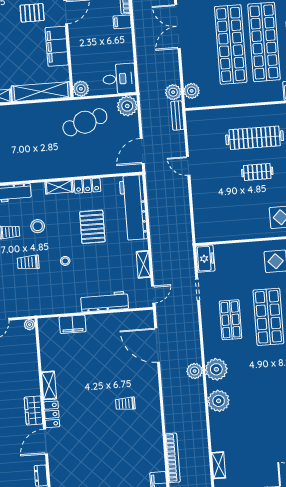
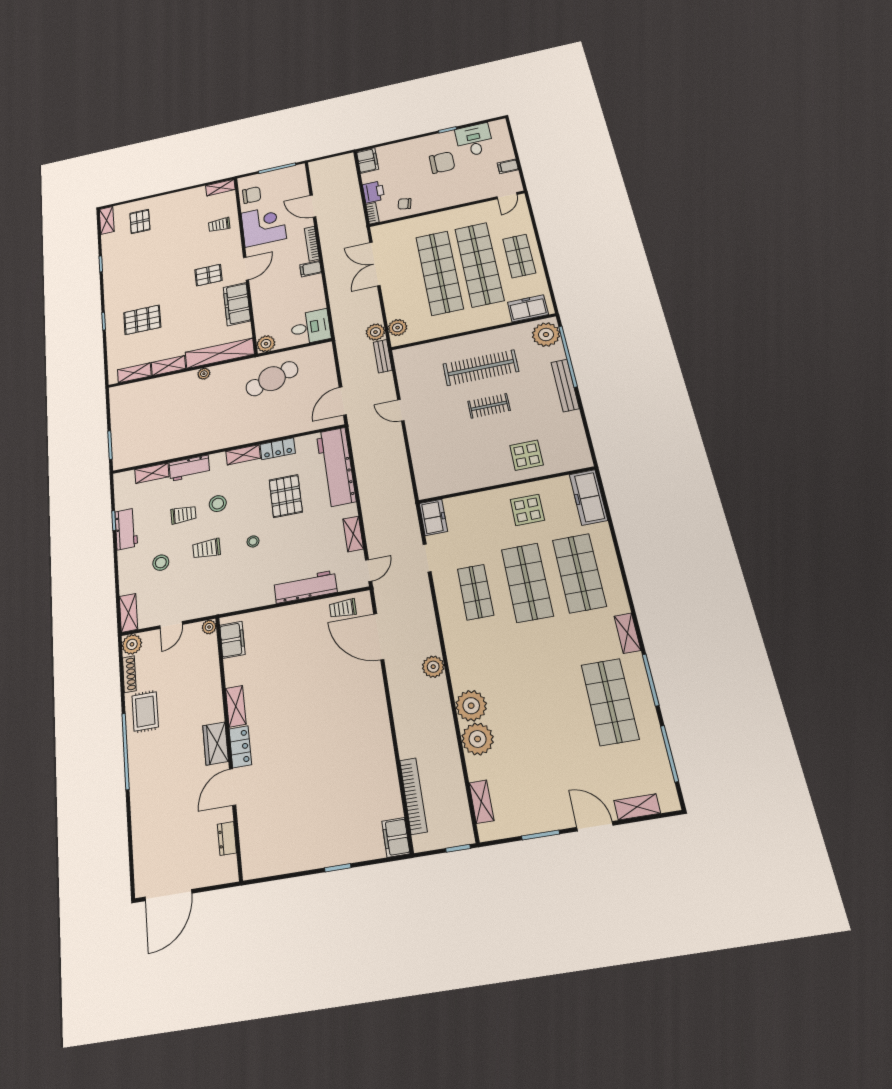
plant: (127, 106) -> (204, 374), moved, width x0.53, depth x0.53
filing cabinet: (73, 324) -> (232, 640), moved, turned -90
plant: (216, 369) -> (478, 739), moved
trolley: (125, 404) -> (343, 608), moved

